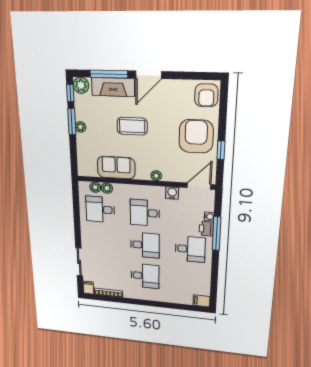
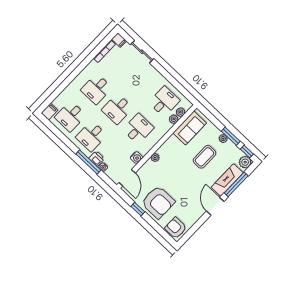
coffee table: (132, 126) -> (204, 157), moved
sofa: (116, 168) -> (190, 128), moved
desk: (189, 280) -> (70, 116), added

